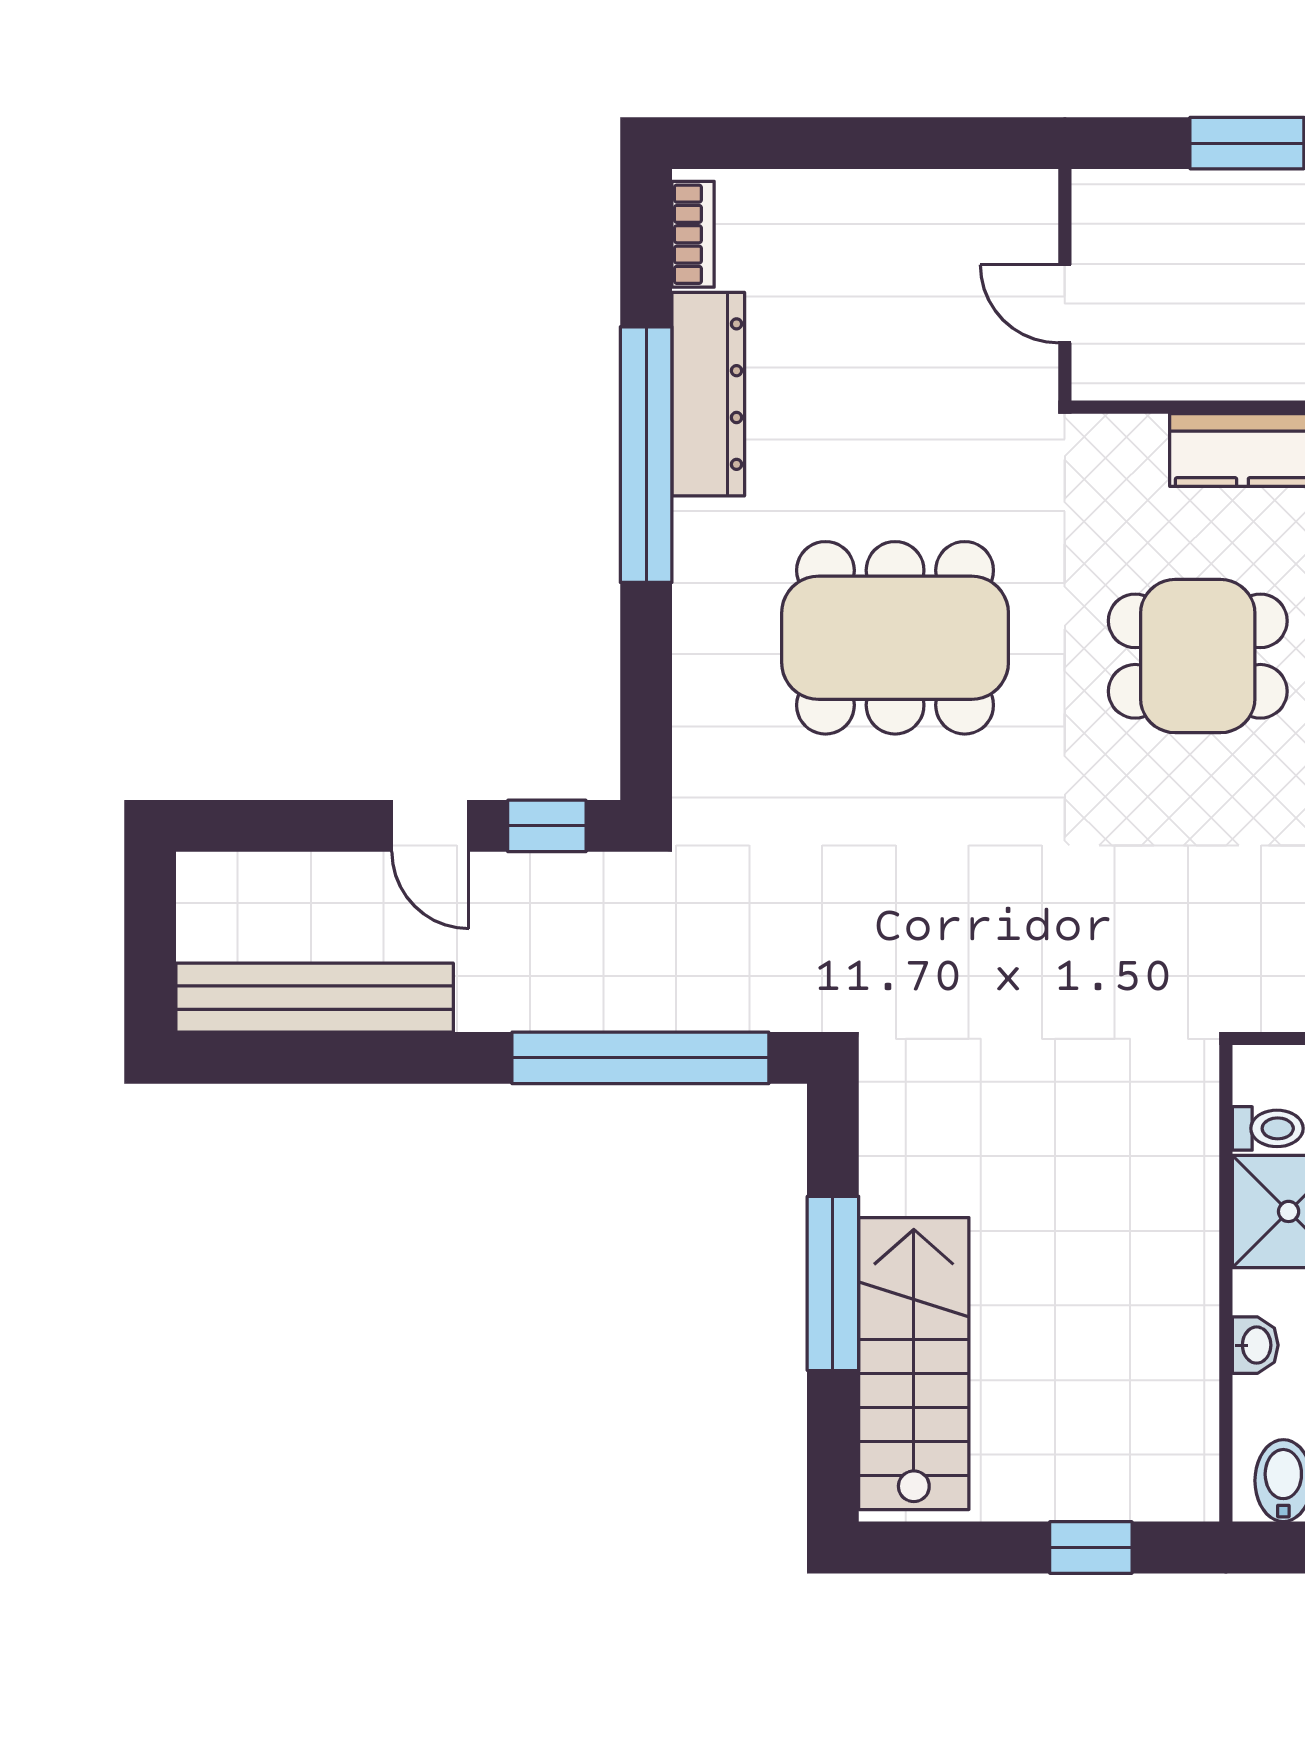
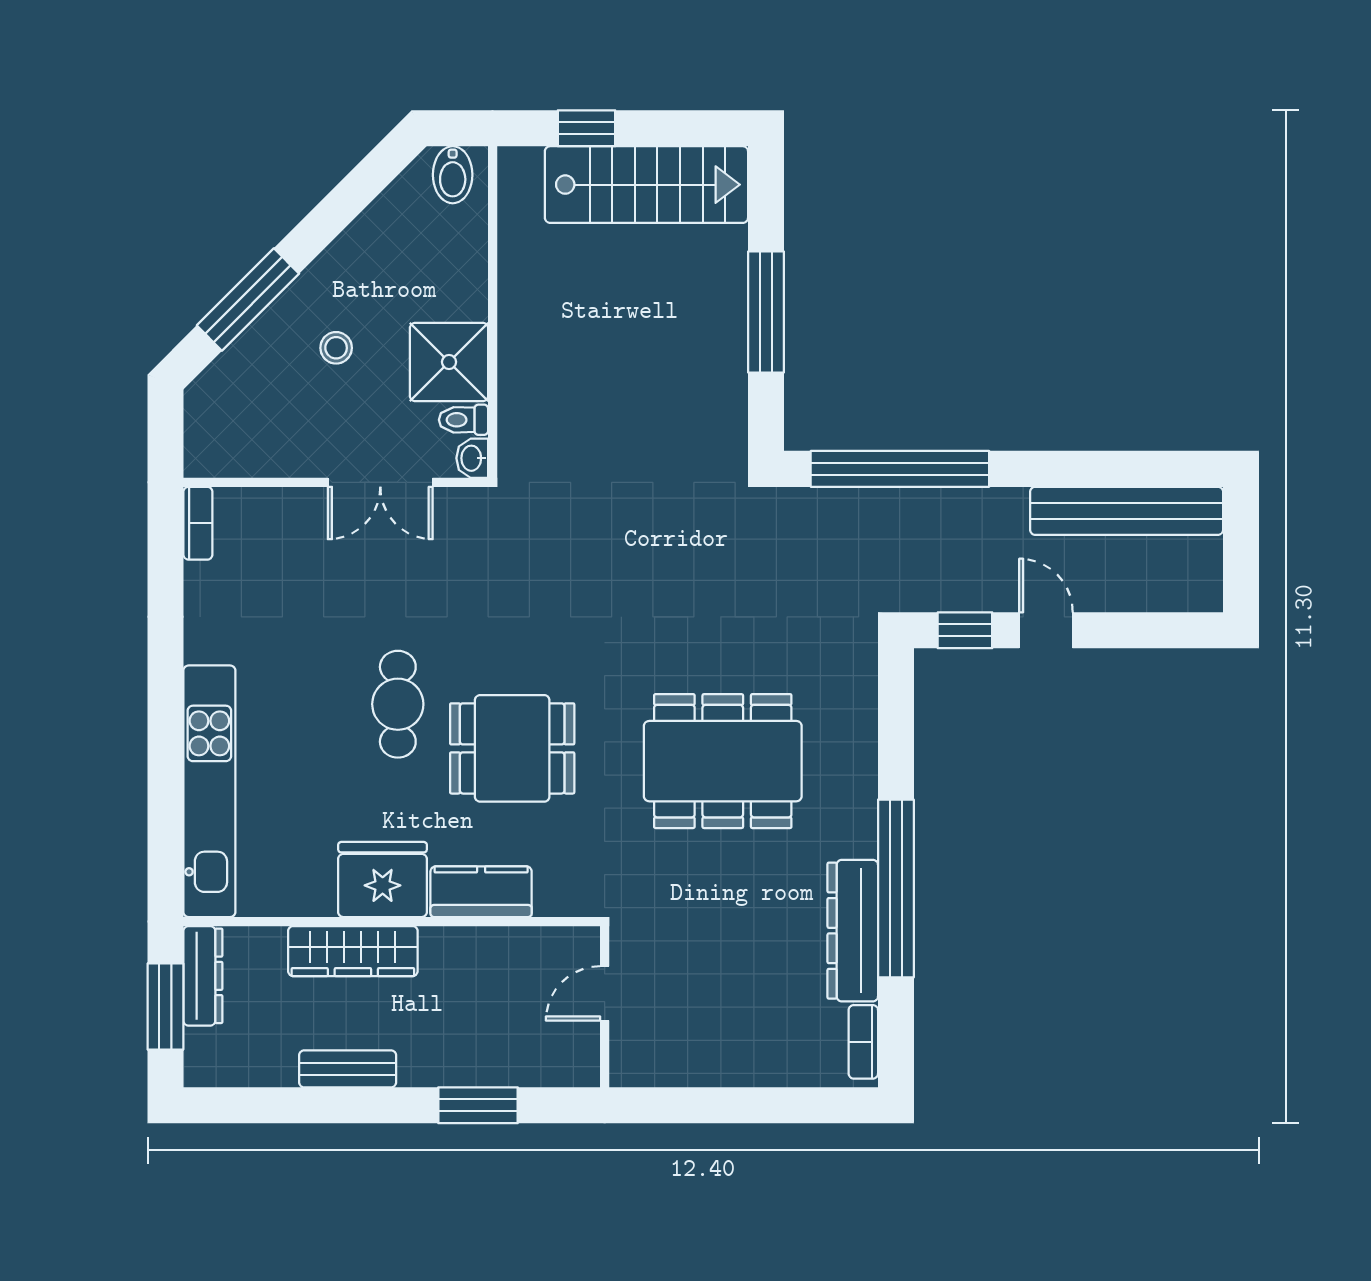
door: (1065, 304) -> (605, 993), swing flipped
washbasin: (1255, 1345) -> (472, 458), moved
stairs: (914, 1364) -> (646, 185), moved, turned -90

